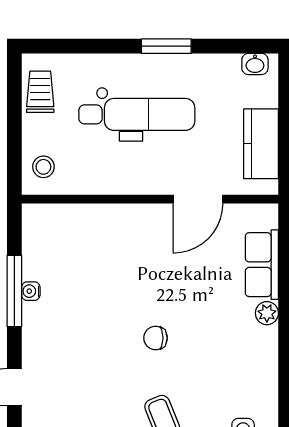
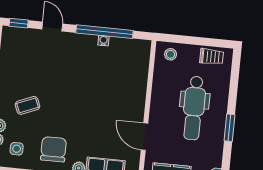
window: (14, 291) -> (104, 32), width x1.46
chair: (156, 338) -> (53, 149), moved, width x1.87, depth x1.87

